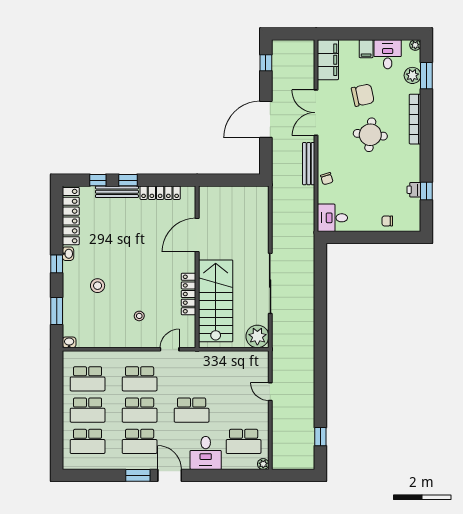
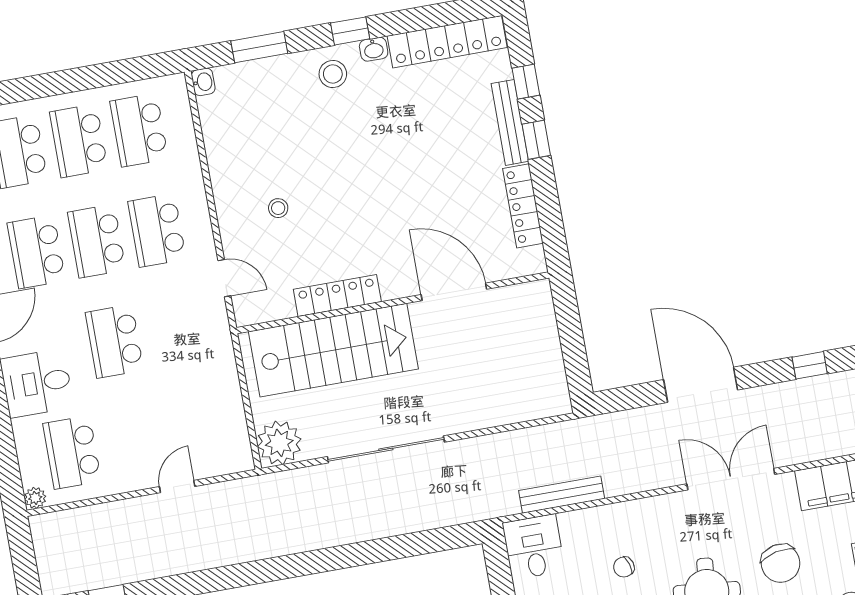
bench: (309, 164) -> (562, 495), moved
chair: (327, 179) -> (624, 567), moved
stool: (98, 286) -> (333, 74), moved

